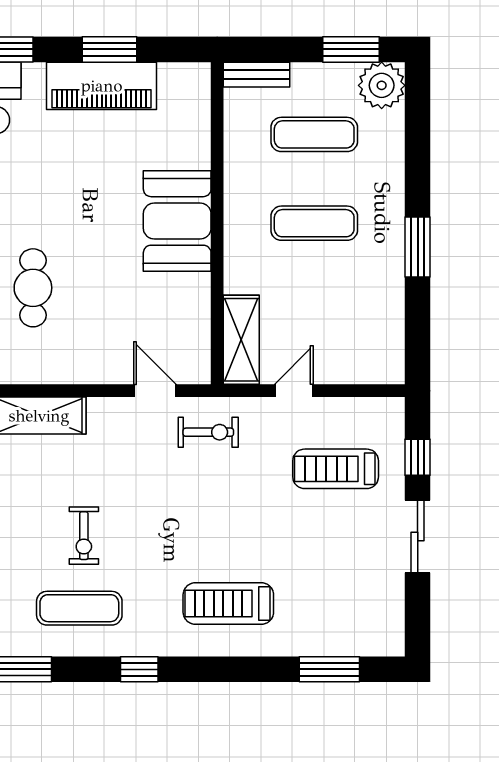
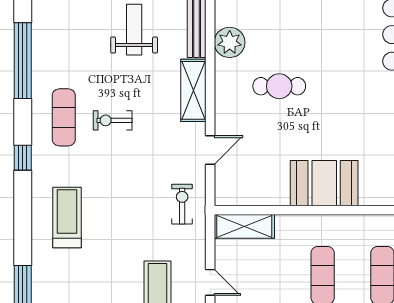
door: (155, 391) -> (210, 150), moved
door: (294, 391) -> (210, 282), moved
exercise bike: (208, 432) -> (182, 204), turned 180

